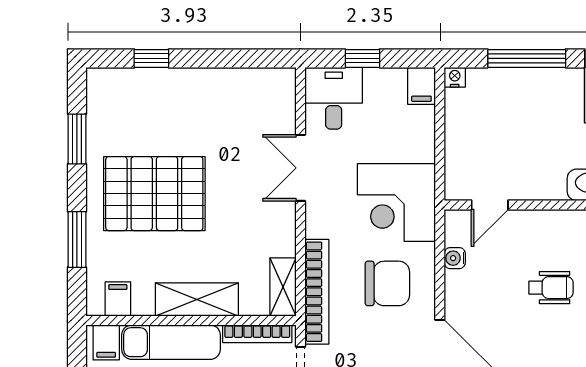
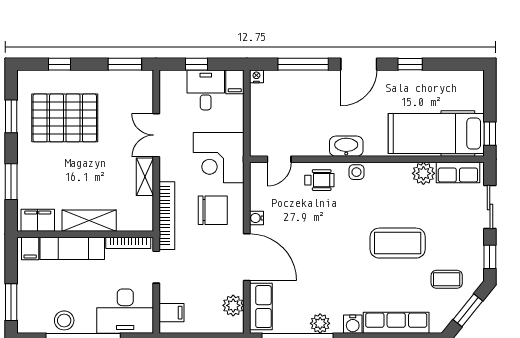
window: (252, 58) -> (125, 64), added
desk: (334, 98) -> (206, 90), moved
pallet: (154, 194) -> (65, 118), moved
water cooler: (455, 258) -> (256, 218), moved
shelving: (283, 287) -> (145, 177), moved
wheelchair: (551, 288) -> (319, 180), moved
filing cabinet: (118, 299) -> (38, 220), width x2.00

